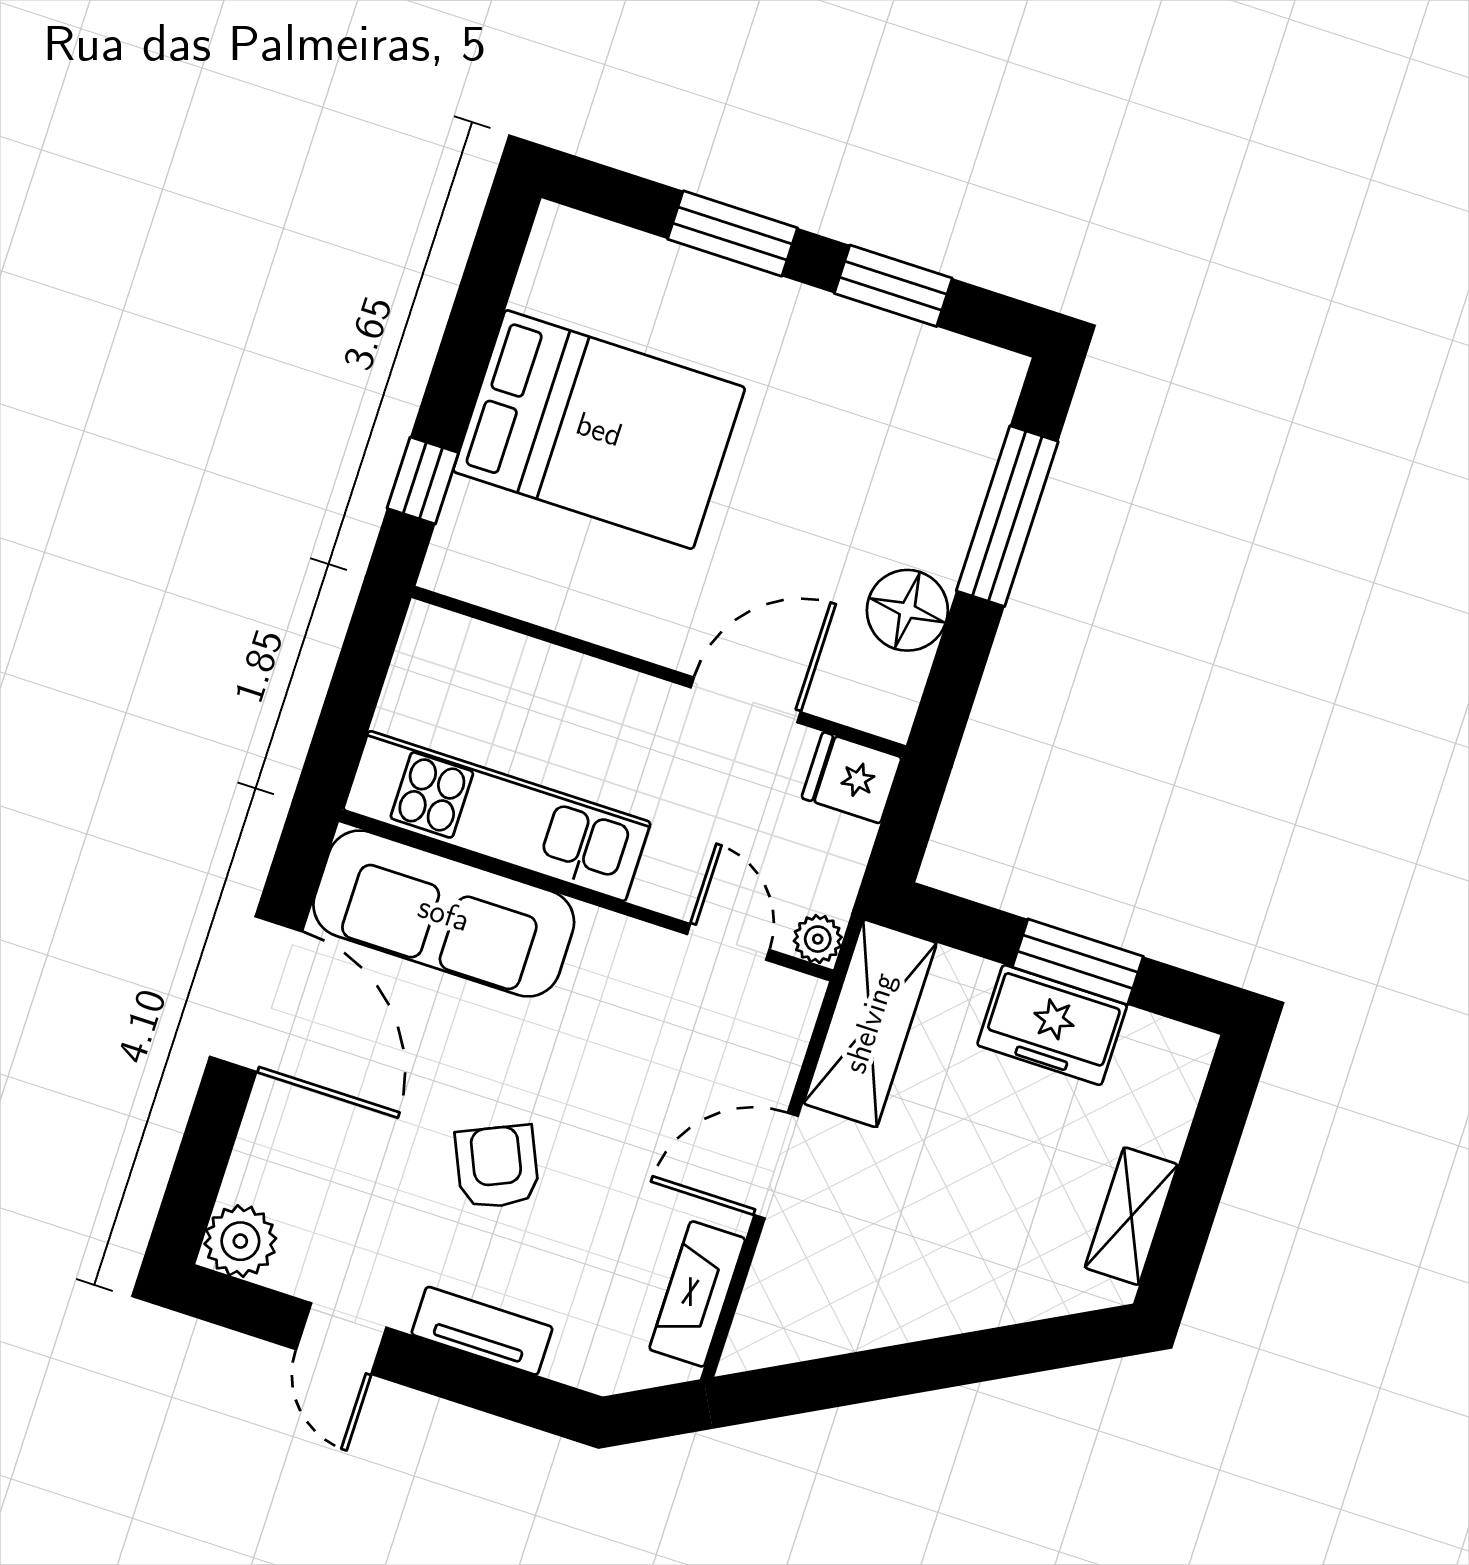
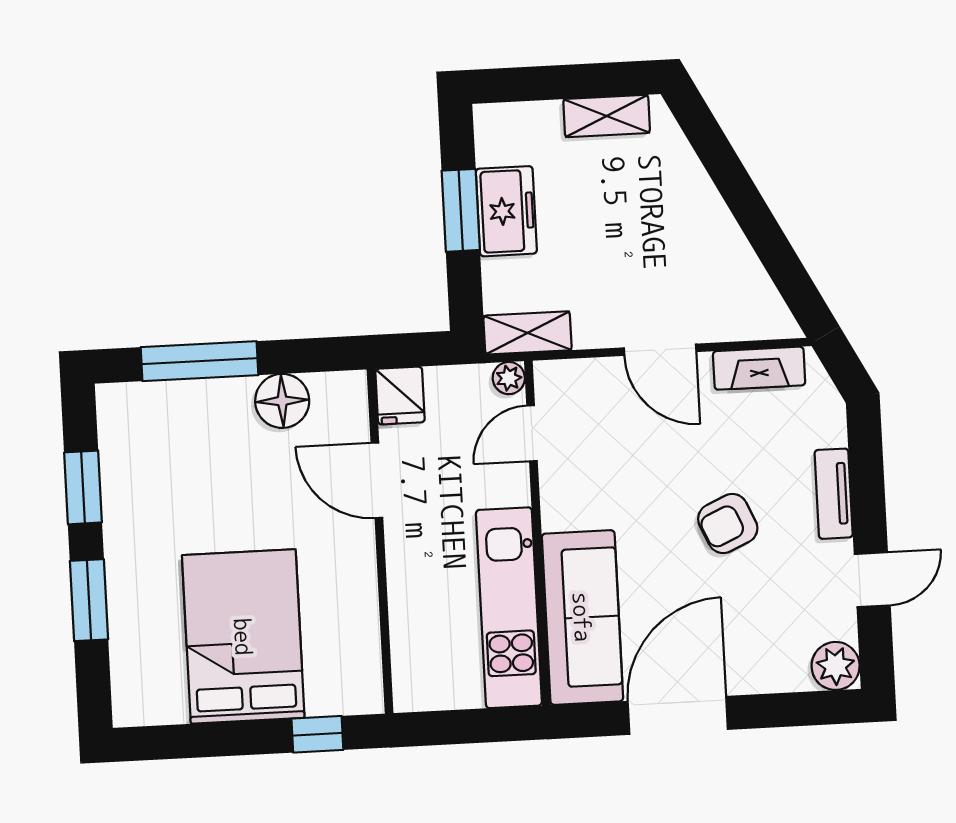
shelving: (870, 1023) -> (528, 333), width x0.67, depth x0.75

